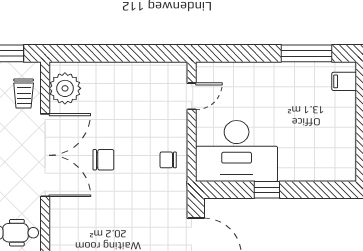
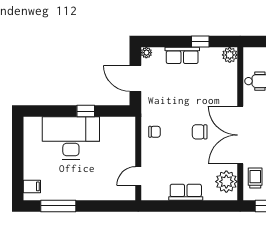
row of seats: (123, 73) -> (186, 192), added
desk: (237, 151) -> (71, 138), moved

